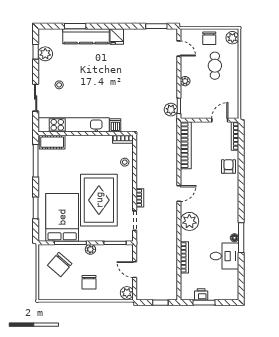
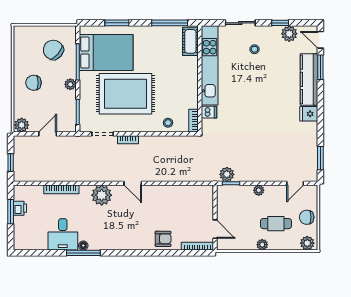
door: (51, 26) -> (320, 40), added
window: (36, 52) -> (280, 23), moved
plant: (234, 78) -> (262, 245), added
bookcase: (186, 145) -> (187, 191), removed

